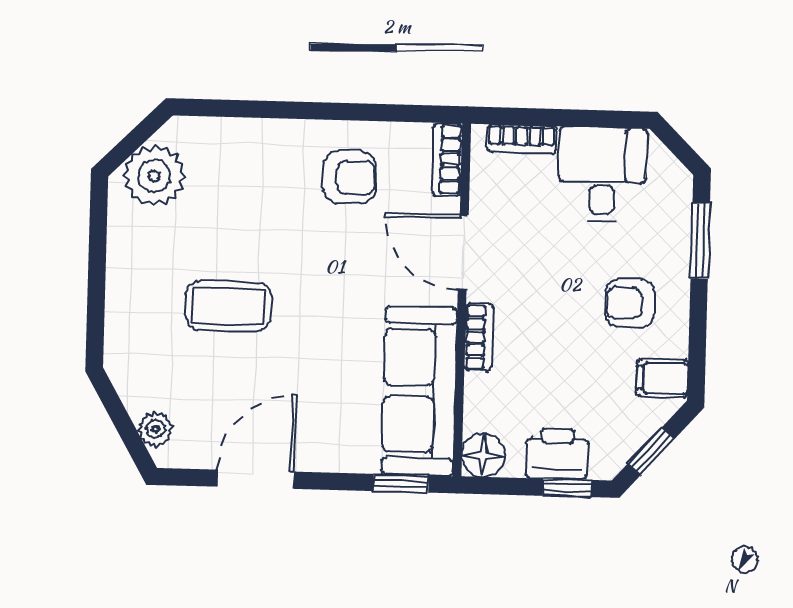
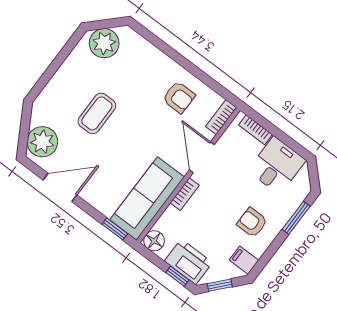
coffee table: (228, 306) -> (97, 113), turned 90
plant: (156, 429) -> (42, 142), width x1.88, depth x1.88
printer: (557, 454) -> (188, 262), width x1.37, depth x1.19

